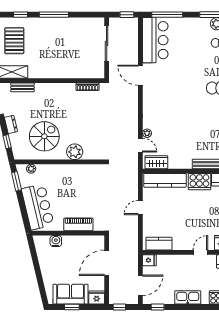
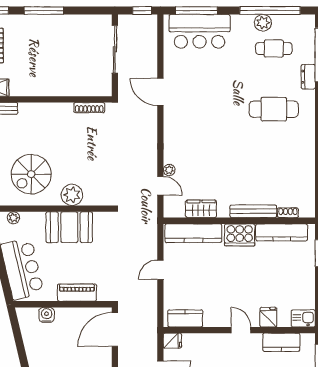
bar counter: (155, 40) -> (200, 31), moved, turned 90
spiral stairs: (44, 136) -> (31, 174), turned 180
wardrobe: (156, 162) -> (201, 209), moved
booth: (73, 176) -> (69, 227), added
door: (200, 252) -> (241, 330), hinge flipped
door: (107, 263) -> (115, 329), moved

